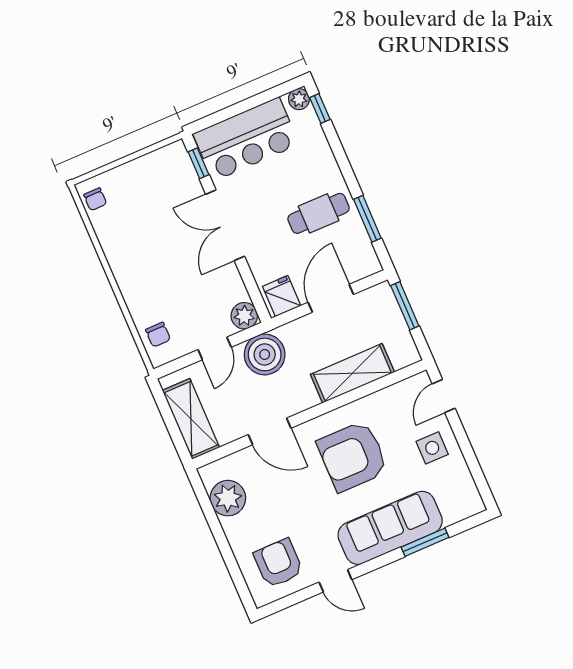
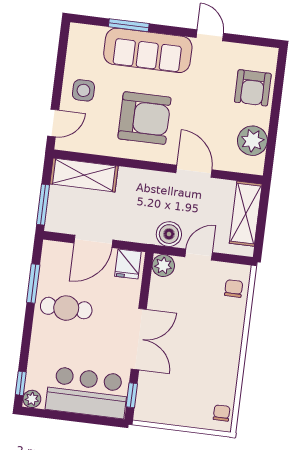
boiler: (265, 354) -> (169, 234), width x0.73, depth x0.73
shelving: (352, 373) -> (84, 175), moved
armchair: (278, 563) -> (253, 88), moved

